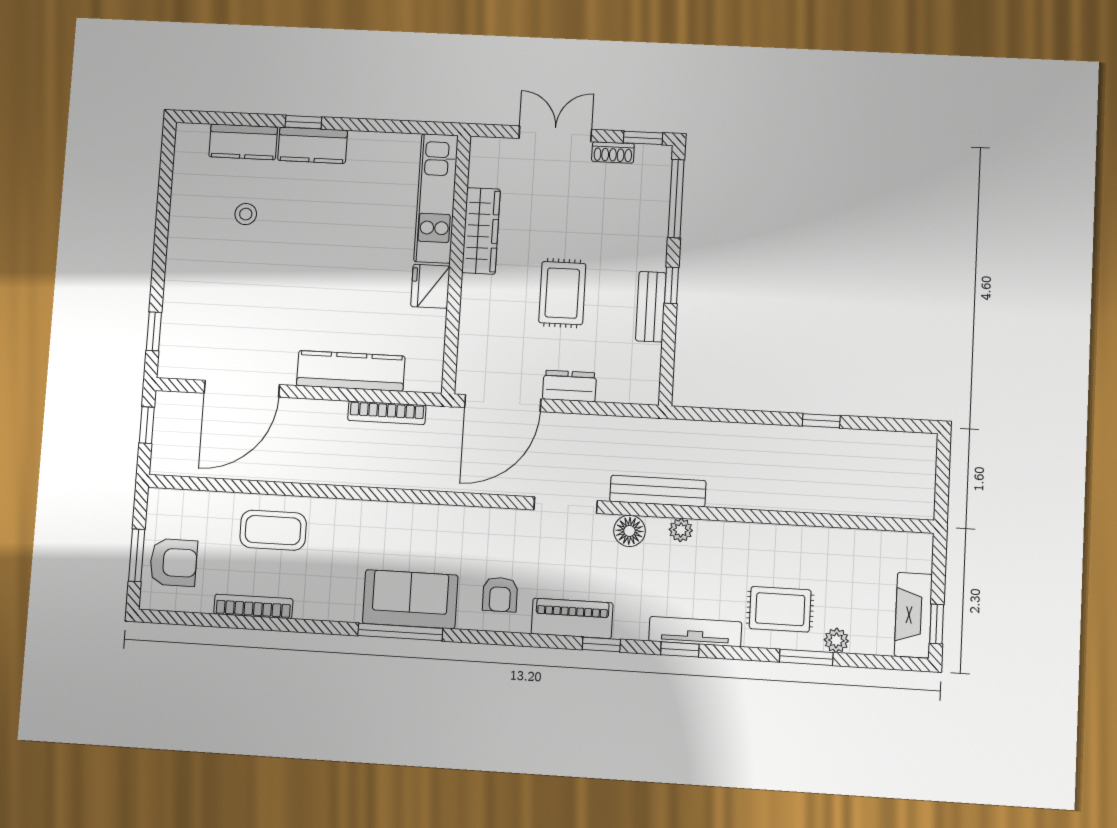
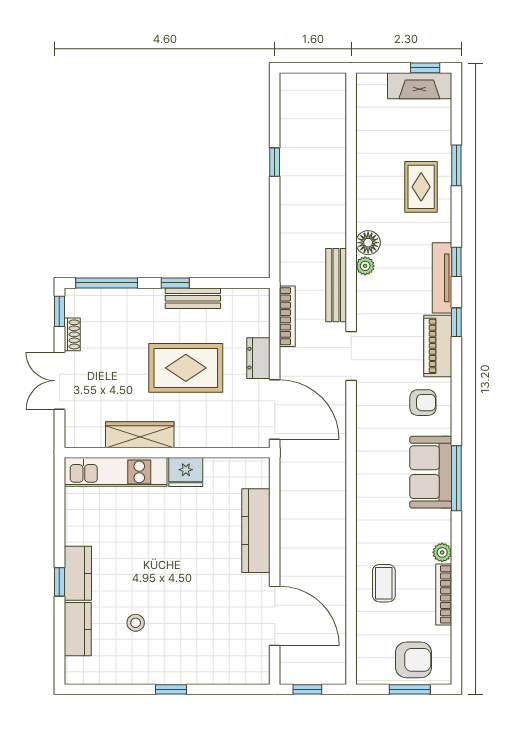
rug: (562, 293) -> (186, 368), width x1.36, depth x1.43
window: (154, 331) -> (171, 689), moved
bookcase: (387, 413) -> (287, 316), moved
coffee table: (273, 530) -> (384, 583), width x0.73, depth x0.77
floor lamp: (629, 531) -> (368, 243), moved
armchair: (173, 562) -> (414, 660), turned 90
tv unit: (695, 632) -> (442, 278), moved
plant: (836, 640) -> (442, 552), moved

